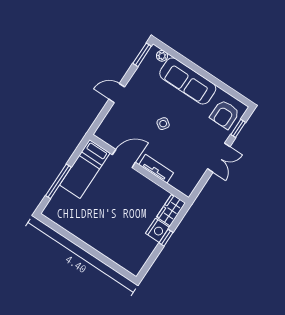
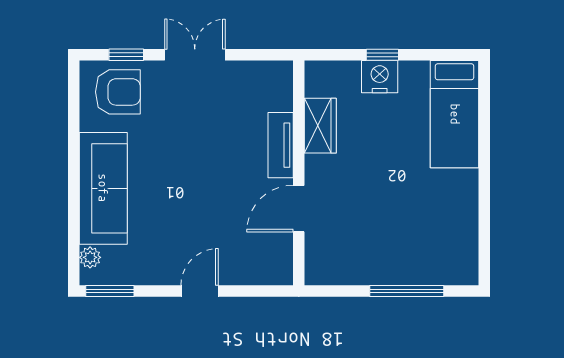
door: (117, 93) -> (200, 291), swing flipped
side table: (163, 124) -> (199, 183), removed
door: (124, 159) -> (299, 209), hinge flipped
bed: (85, 169) -> (455, 114), moved, turned 90
wardrobe: (171, 210) -> (320, 126), moved, turned -90

